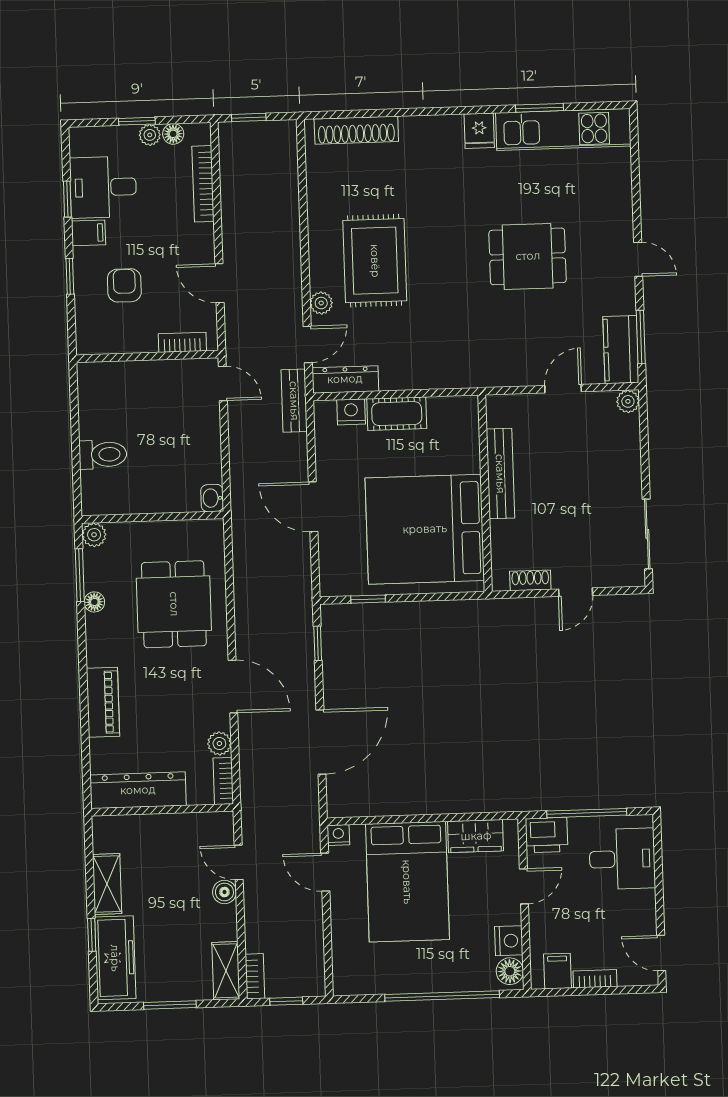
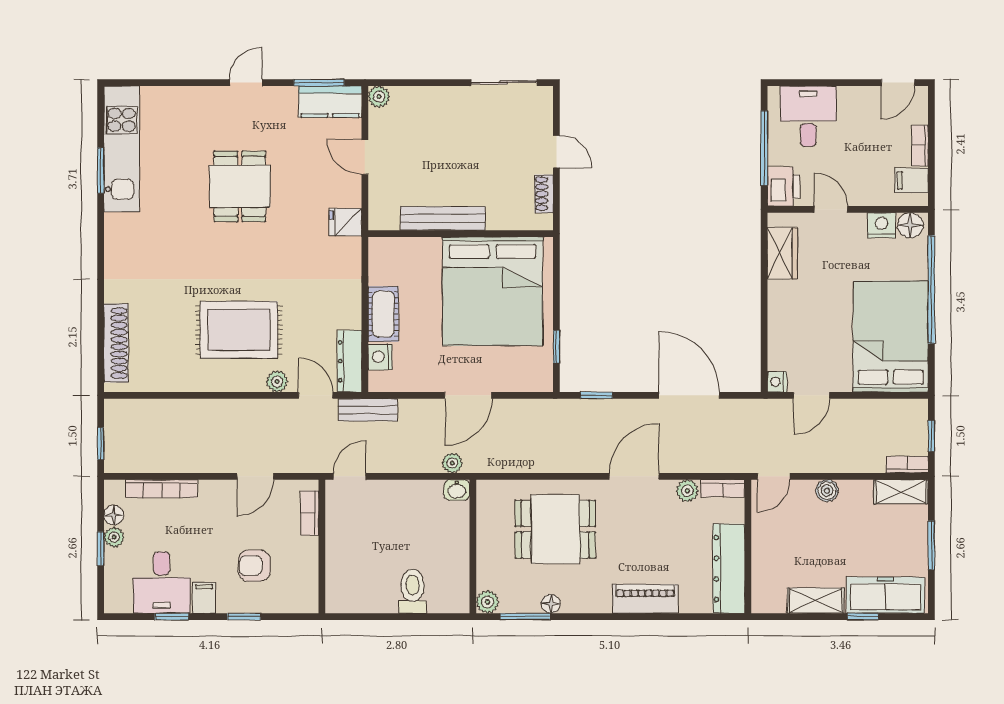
fridge: (479, 131) -> (345, 222), moved, turned 180
plant: (241, 492) -> (452, 463), added
door: (239, 862) -> (774, 476), moved
bed: (407, 882) -> (891, 337), moved, turned -90

